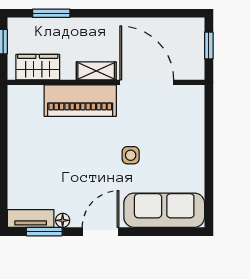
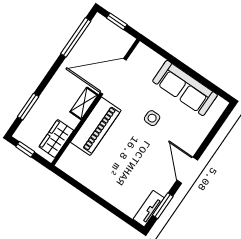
window: (161, 13) -> (76, 37), added
sofa: (164, 210) -> (185, 88), moved, turned -90
floor lamp: (63, 220) -> (164, 189), removed

